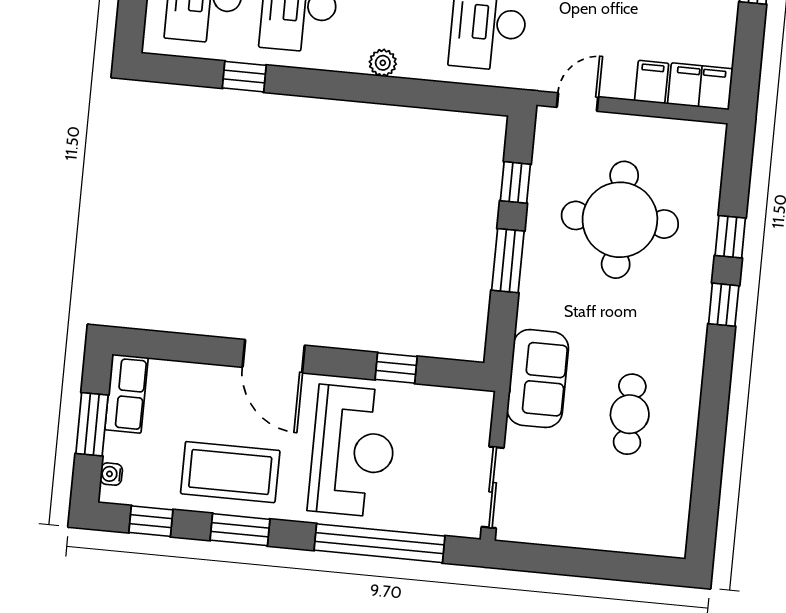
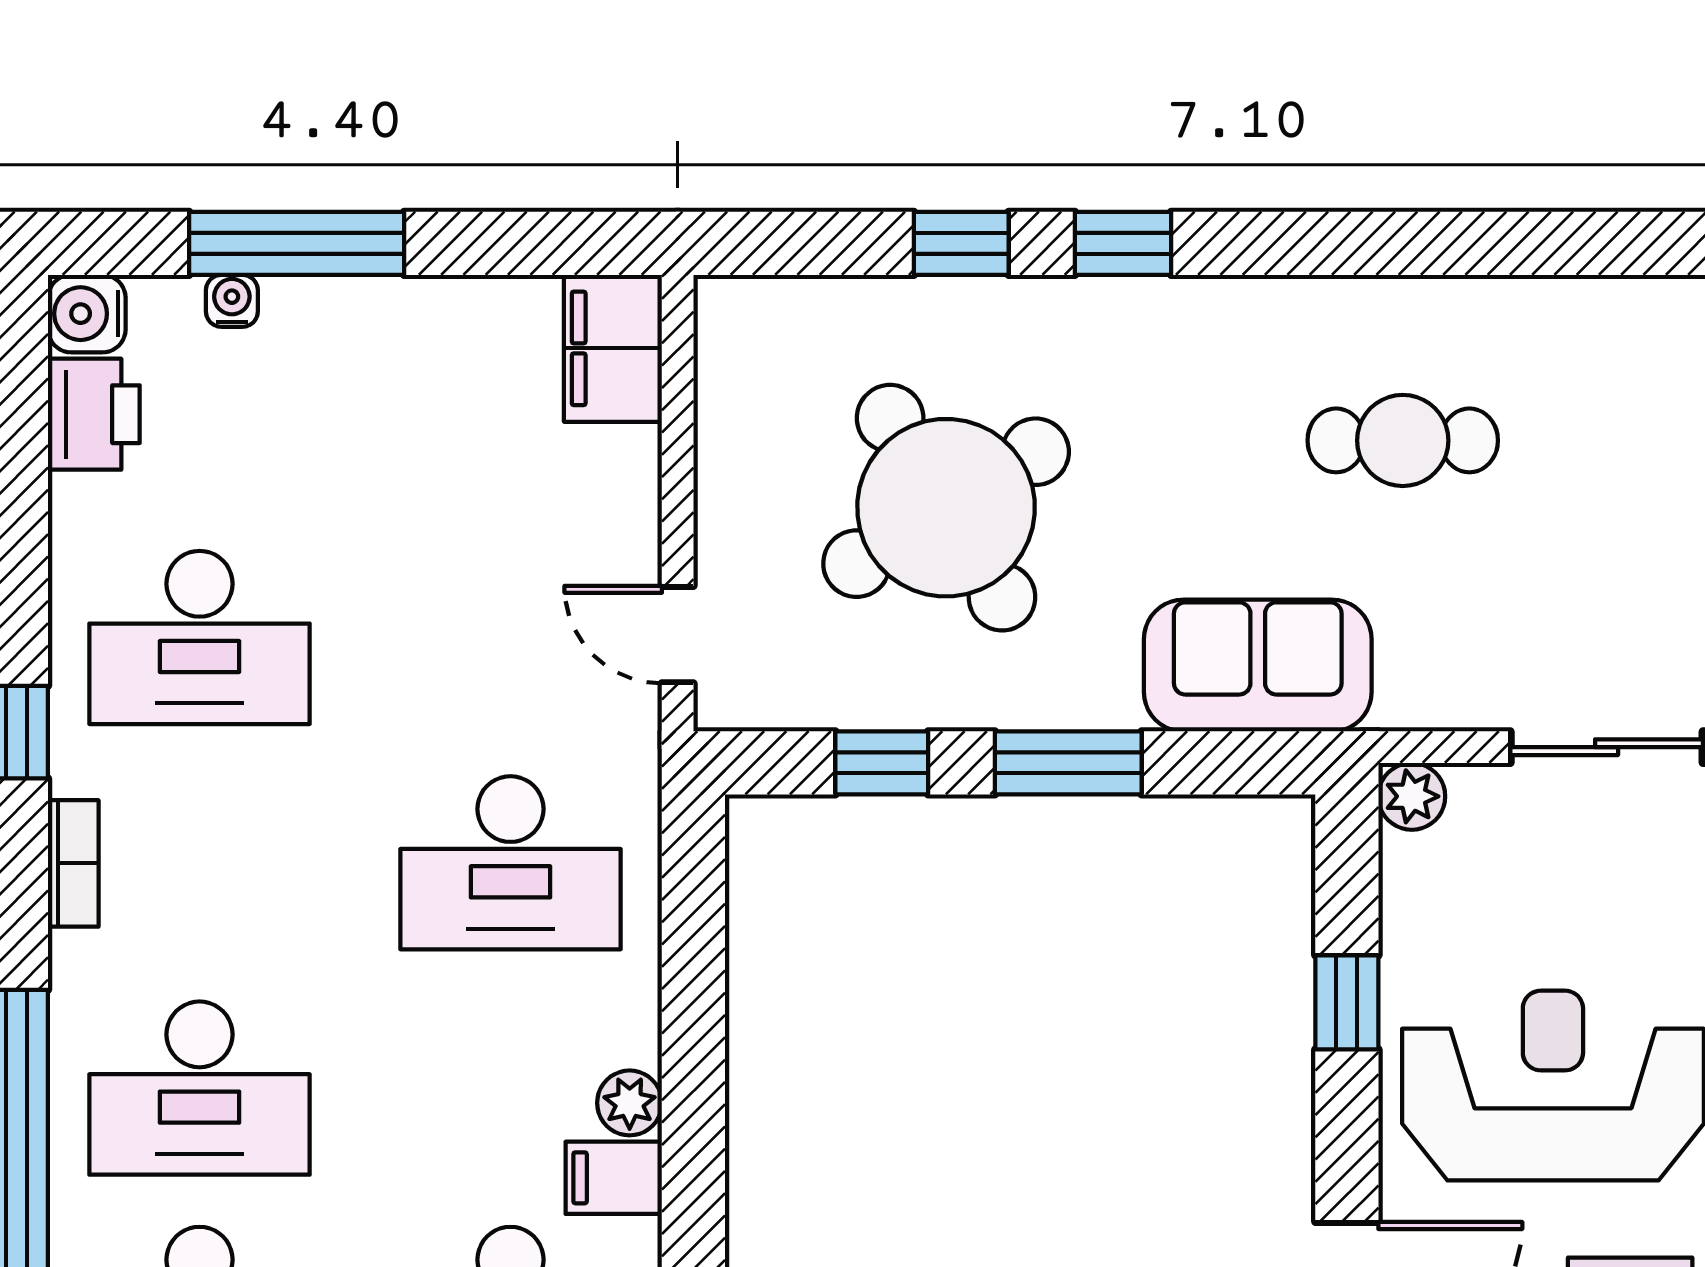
filing cabinet: (652, 82) -> (614, 1178), moved
round table: (620, 220) -> (946, 508), turned -32
sofa: (538, 379) -> (1258, 666), moved
plant: (480, 404) -> (1412, 796), added

